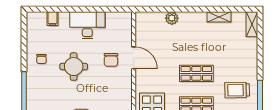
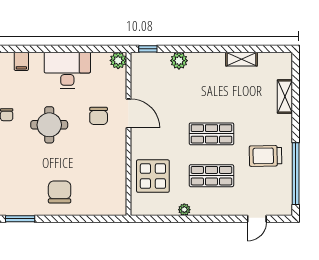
window: (148, 9) -> (148, 49), added
plant: (126, 18) -> (118, 60), added
shelving: (252, 24) -> (285, 97), moved

